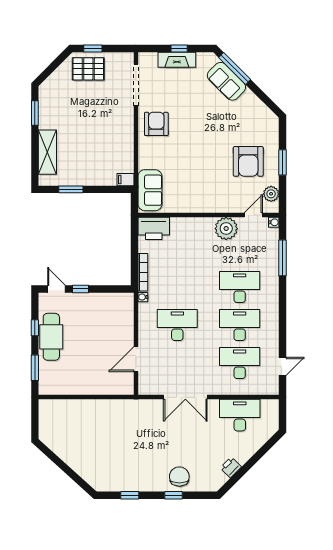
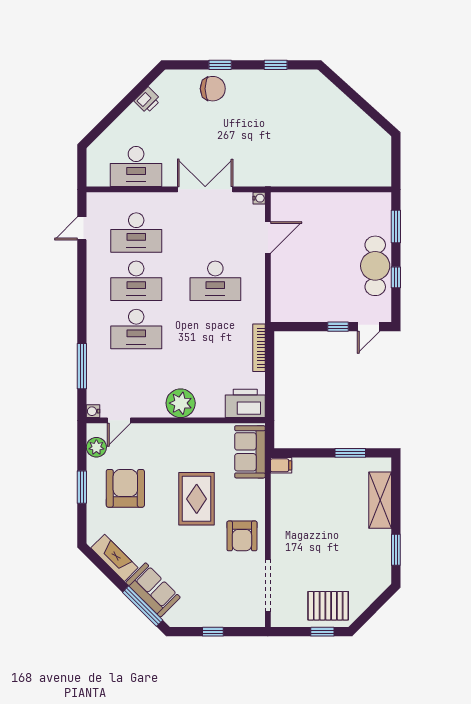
fireplace: (177, 60) -> (114, 558), moved, turned 45
rug: (192, 153) -> (197, 499), added
plant: (226, 229) -> (181, 403), moved
door: (56, 289) -> (369, 327), hinge flipped
water cooler: (143, 297) -> (259, 198), moved
chair: (179, 477) -> (213, 89), turned -90

